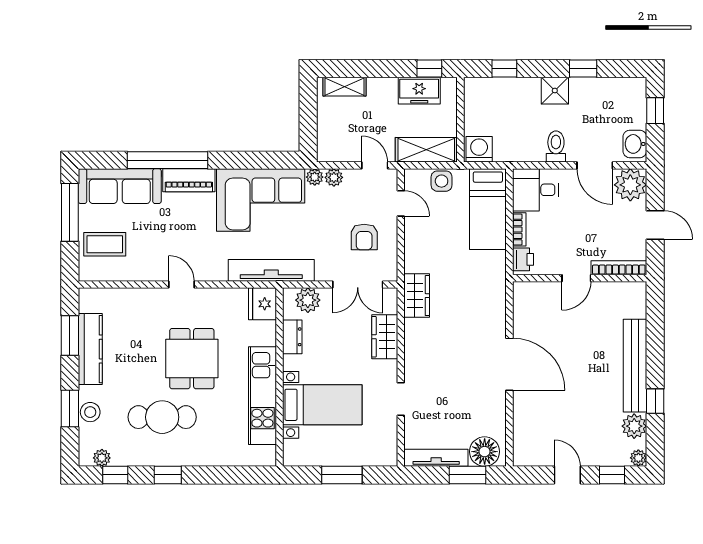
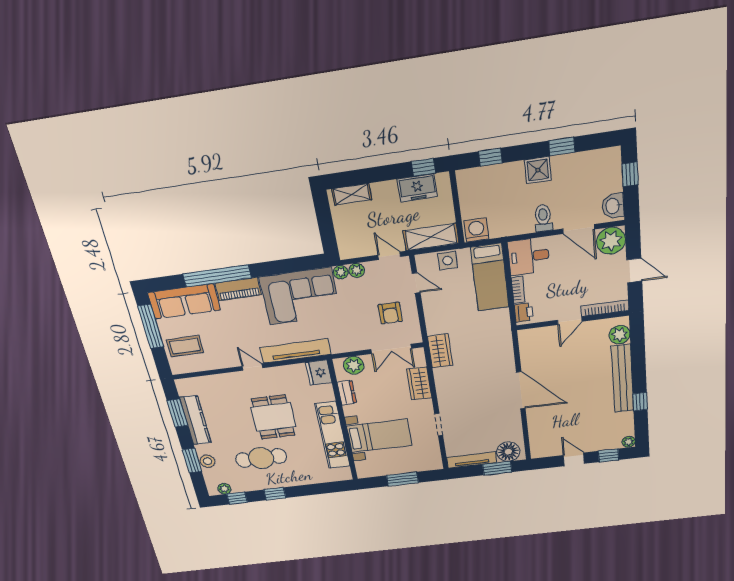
tv unit: (271, 270) -> (295, 351), moved
plant: (634, 426) -> (620, 335), moved

